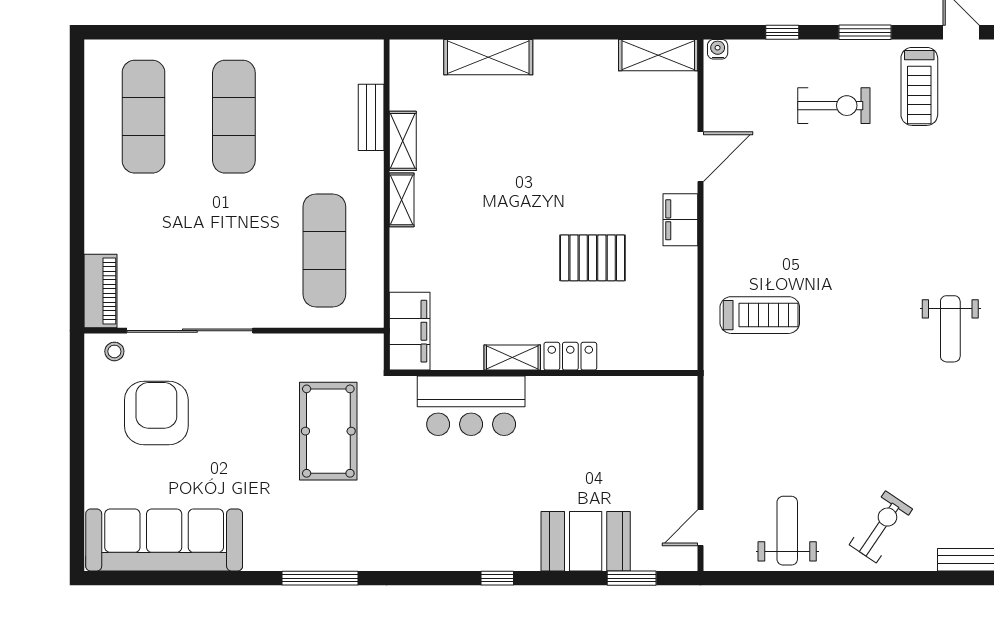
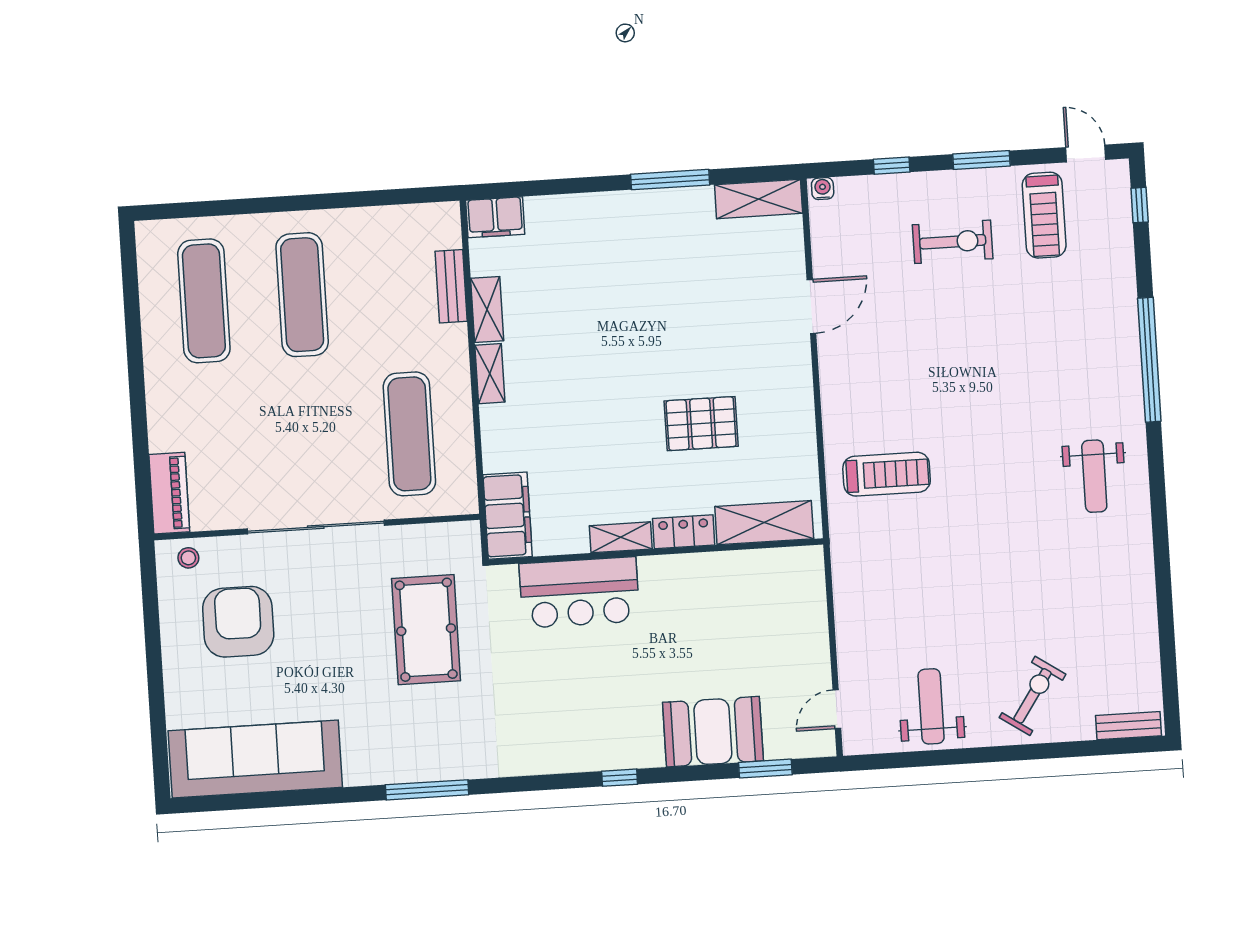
window: (578, 32) -> (670, 180), added
shelving: (488, 57) -> (764, 523), moved
filing cabinet: (680, 220) -> (495, 217), moved, turned -90
sliding door: (190, 331) -> (316, 527), moved

